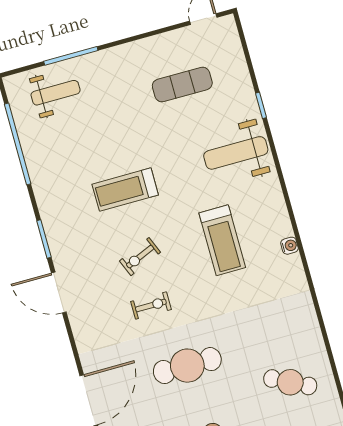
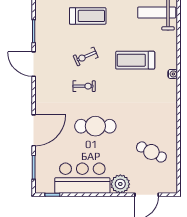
treadmill: (125, 190) -> (88, 16), turned 180
treadmill: (222, 240) -> (135, 60), turned 90

